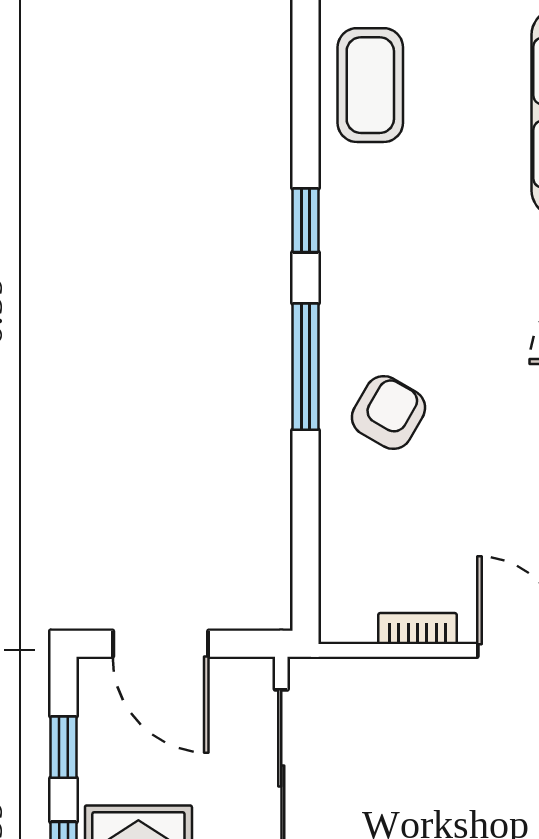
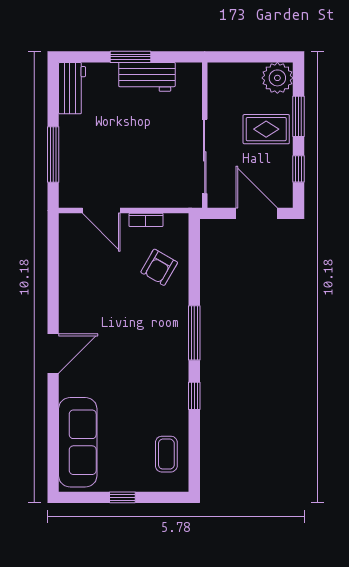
coffee table: (370, 85) -> (166, 454), width x0.73, depth x0.77
armchair: (388, 413) -> (159, 267), moved

